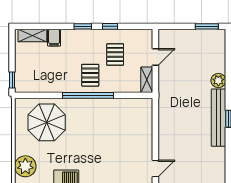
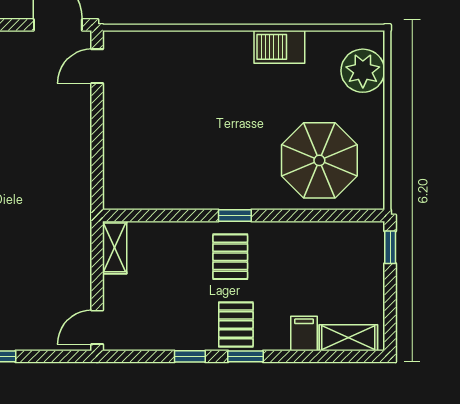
pallet: (115, 54) -> (236, 324), moved
door: (155, 57) -> (97, 327), moved
window: (88, 95) -> (235, 215), width x0.32

